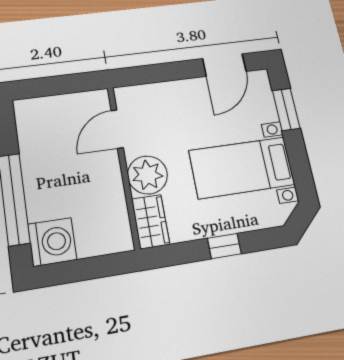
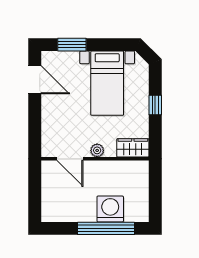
plant: (148, 175) -> (97, 150), width x0.53, depth x0.53
washing machine: (52, 242) -> (110, 209), moved

